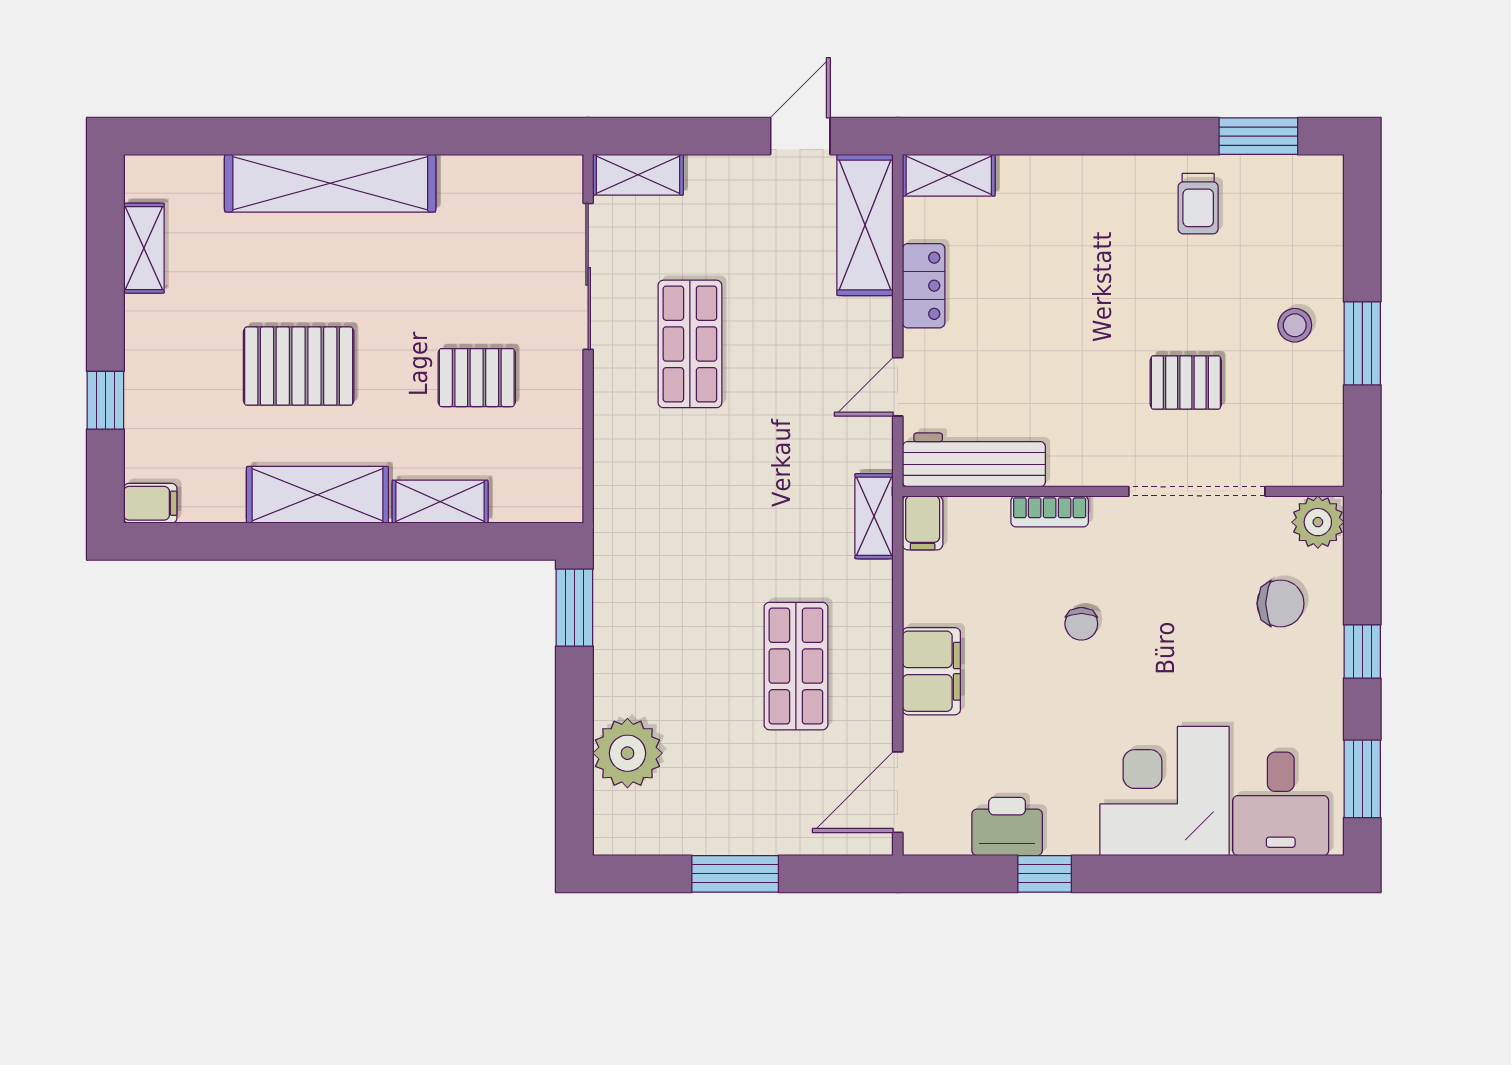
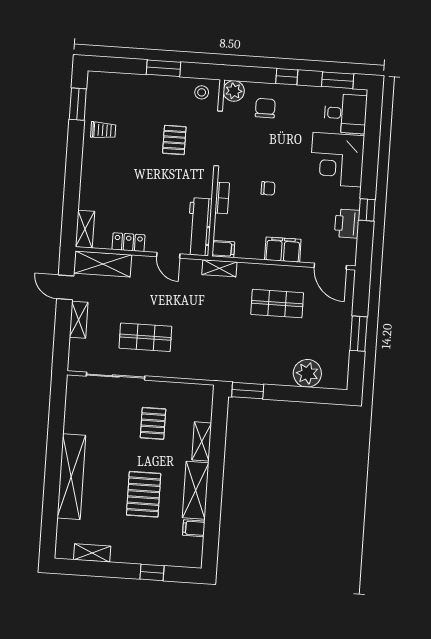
shelving: (638, 175) -> (79, 320), moved
stool: (1295, 325) -> (202, 92), moved
filing cabinet: (150, 503) -> (194, 528), moved, turned -90

